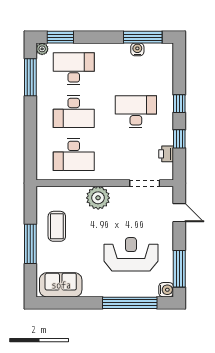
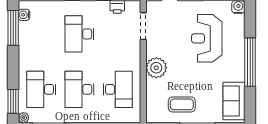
water cooler: (137, 49) -> (24, 15), moved
desk: (74, 112) -> (79, 89), turned 180
window: (130, 303) -> (250, 62), moved

